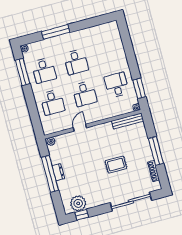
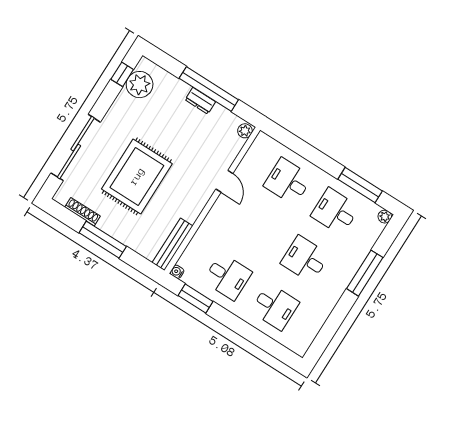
desk: (85, 94) -> (275, 307), moved, turned 180
rug: (116, 165) -> (137, 176), width x1.86, depth x2.06

